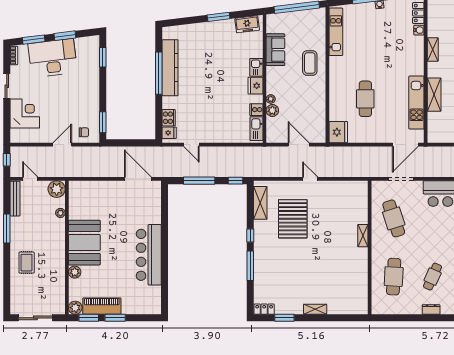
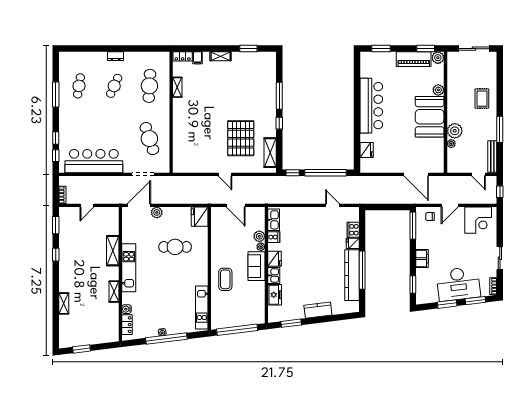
window: (219, 17) -> (291, 323), moved
freezer: (247, 24) -> (275, 295), moved, turned 97
kitchen counter: (208, 29) -> (318, 310), added
sofa: (275, 50) -> (256, 266), moved
filing cabinet: (93, 86) -> (422, 259), added
cafe table: (365, 99) -> (175, 247), turned 90
kitchen unit: (416, 103) -> (129, 268), moved
corner desk: (25, 114) -> (478, 220), moved, turned -90
window: (103, 122) -> (413, 226), width x1.44
fridge: (169, 133) -> (353, 243), moved
plant: (386, 137) -> (157, 212), added
door: (138, 179) -> (416, 174), moved
window: (199, 181) -> (326, 173), width x1.46
plant: (57, 189) -> (455, 131), moved
fridge: (154, 206) -> (367, 150), added
shelving: (363, 236) -> (177, 87), moved
filing cabinet: (341, 308) -> (198, 58), added
locker: (264, 309) -> (183, 56), moved
window: (115, 318) -> (381, 49), moved

